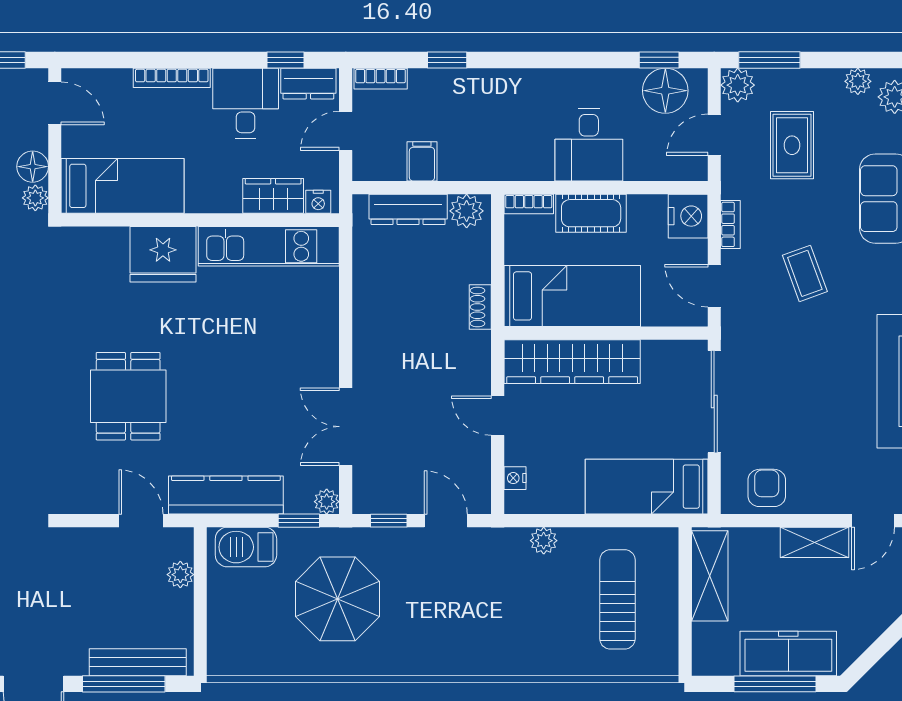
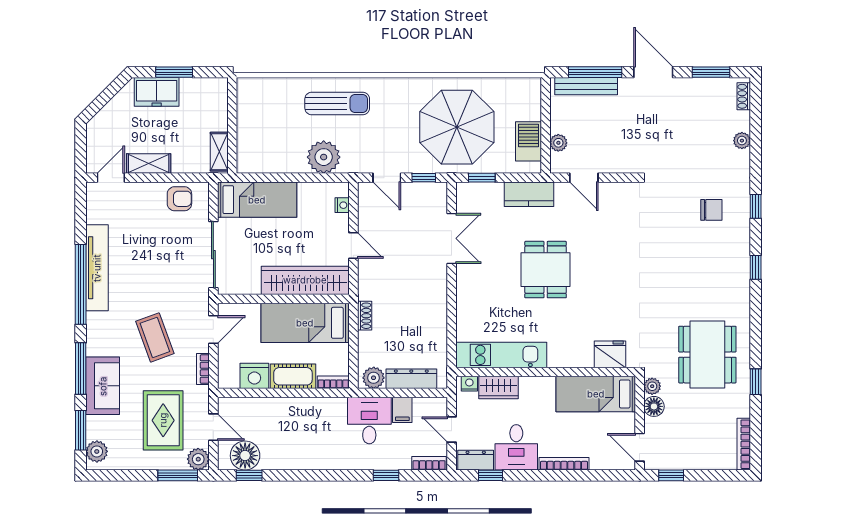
plant: (858, 81) -> (121, 462), removed
door: (346, 131) -> (452, 430), swing flipped
door: (714, 135) -> (213, 427), hinge flipped
desk: (589, 145) -> (369, 420), moved
rug: (792, 145) -> (163, 420), width x1.36, depth x1.43
nightstand: (688, 216) -> (254, 376), moved, turned -90
fridge: (163, 254) -> (610, 354), moved, width x0.73, depth x0.75
coffee table: (805, 273) -> (155, 337), width x1.36, depth x1.30
door: (714, 286) -> (213, 329), hinge flipped
dining table: (128, 396) -> (546, 270), moved
armchair: (767, 488) -> (179, 199), turned -90
kitchen counter: (226, 495) -> (529, 194), width x0.67
plant: (327, 502) -> (464, 190), removed
plant: (544, 541) -> (324, 157), width x1.88, depth x1.88
barbecue: (246, 547) -> (529, 141), moved, turned -90
shelving: (710, 576) -> (219, 152), width x0.67, depth x0.75
parasol: (337, 599) -> (457, 127), width x1.36, depth x1.36
sun lounger: (617, 599) -> (337, 103), moved, turned -90
freezer: (788, 653) -> (157, 92), width x0.71
window: (775, 684) -> (174, 72), width x0.69

